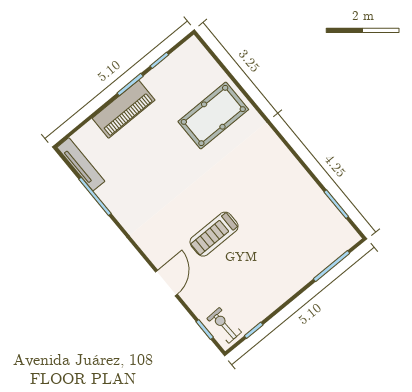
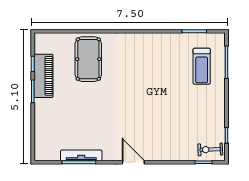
piano: (124, 109) -> (44, 76), moved
tv unit: (81, 164) -> (81, 155), moved
treadmill: (214, 234) -> (202, 66), moved
door: (166, 283) -> (133, 162), moved

